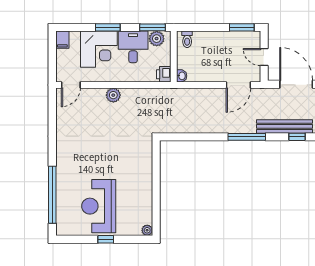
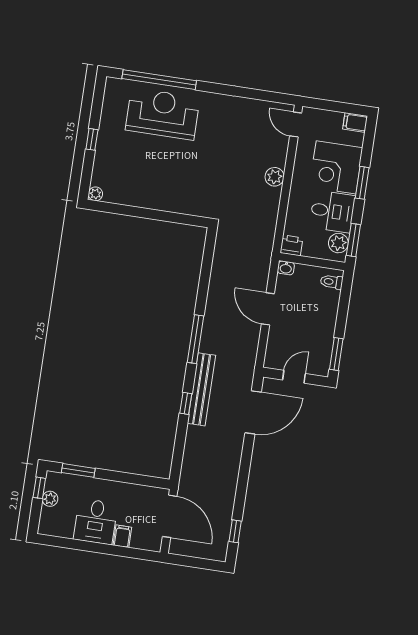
door: (238, 85) -> (268, 309), moved
reception desk: (99, 206) -> (163, 114), moved

